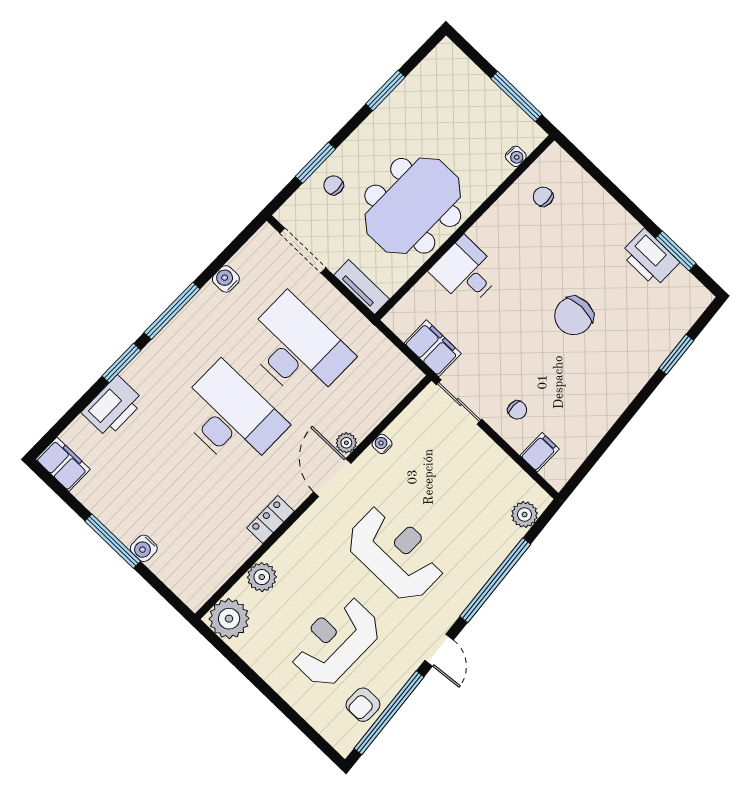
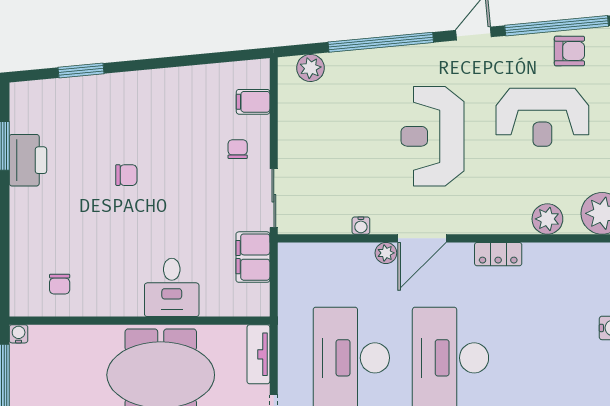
water cooler: (516, 156) -> (19, 334), moved
chair: (574, 316) -> (126, 175), width x0.54, depth x0.54

